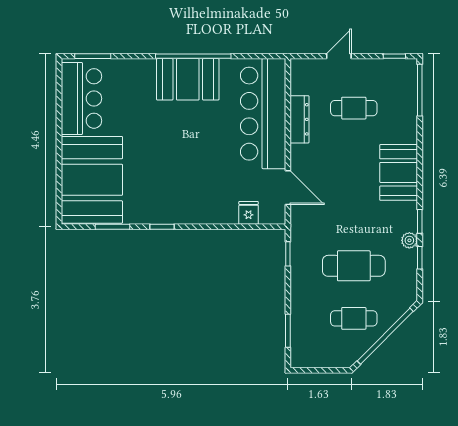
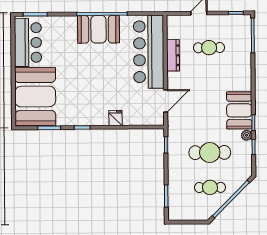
booth: (399, 172) -> (239, 110), moved
door: (288, 188) -> (166, 101), hinge flipped
fridge: (249, 213) -> (115, 118), moved

